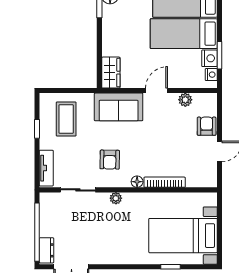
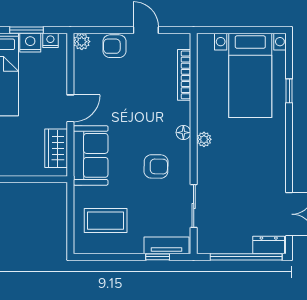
wardrobe: (111, 73) -> (56, 148), moved, turned -90
door: (157, 91) -> (70, 108), swing flipped
plant: (185, 100) -> (82, 42), moved
window: (37, 129) -> (158, 257), moved
bookcase: (165, 182) -> (184, 75), moved
plant: (116, 198) -> (204, 139), moved

